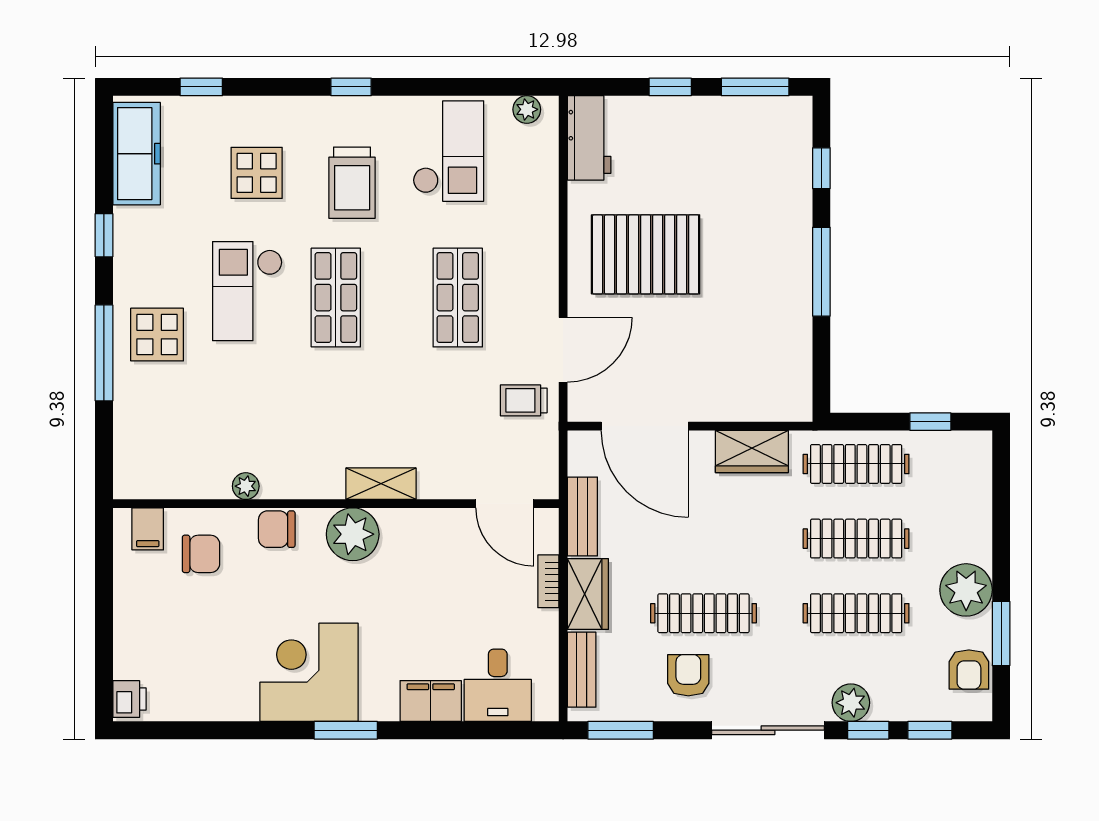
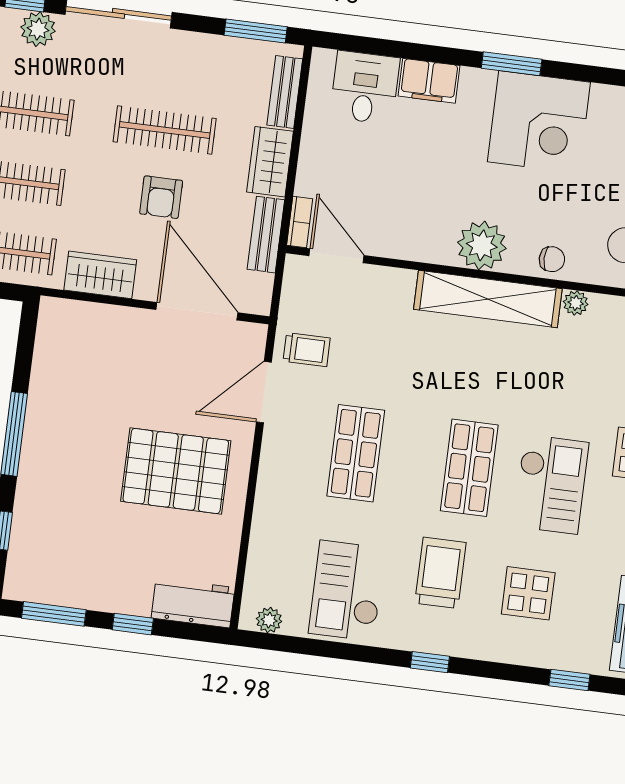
workbench: (589, 138) -> (193, 603), moved, turned 90
shelving: (381, 484) -> (488, 299), width x2.20, depth x1.33
chair: (277, 529) -> (552, 259), width x0.73, depth x0.73
bookcase: (548, 581) -> (300, 222), moved
armchair: (688, 675) -> (161, 197), moved

